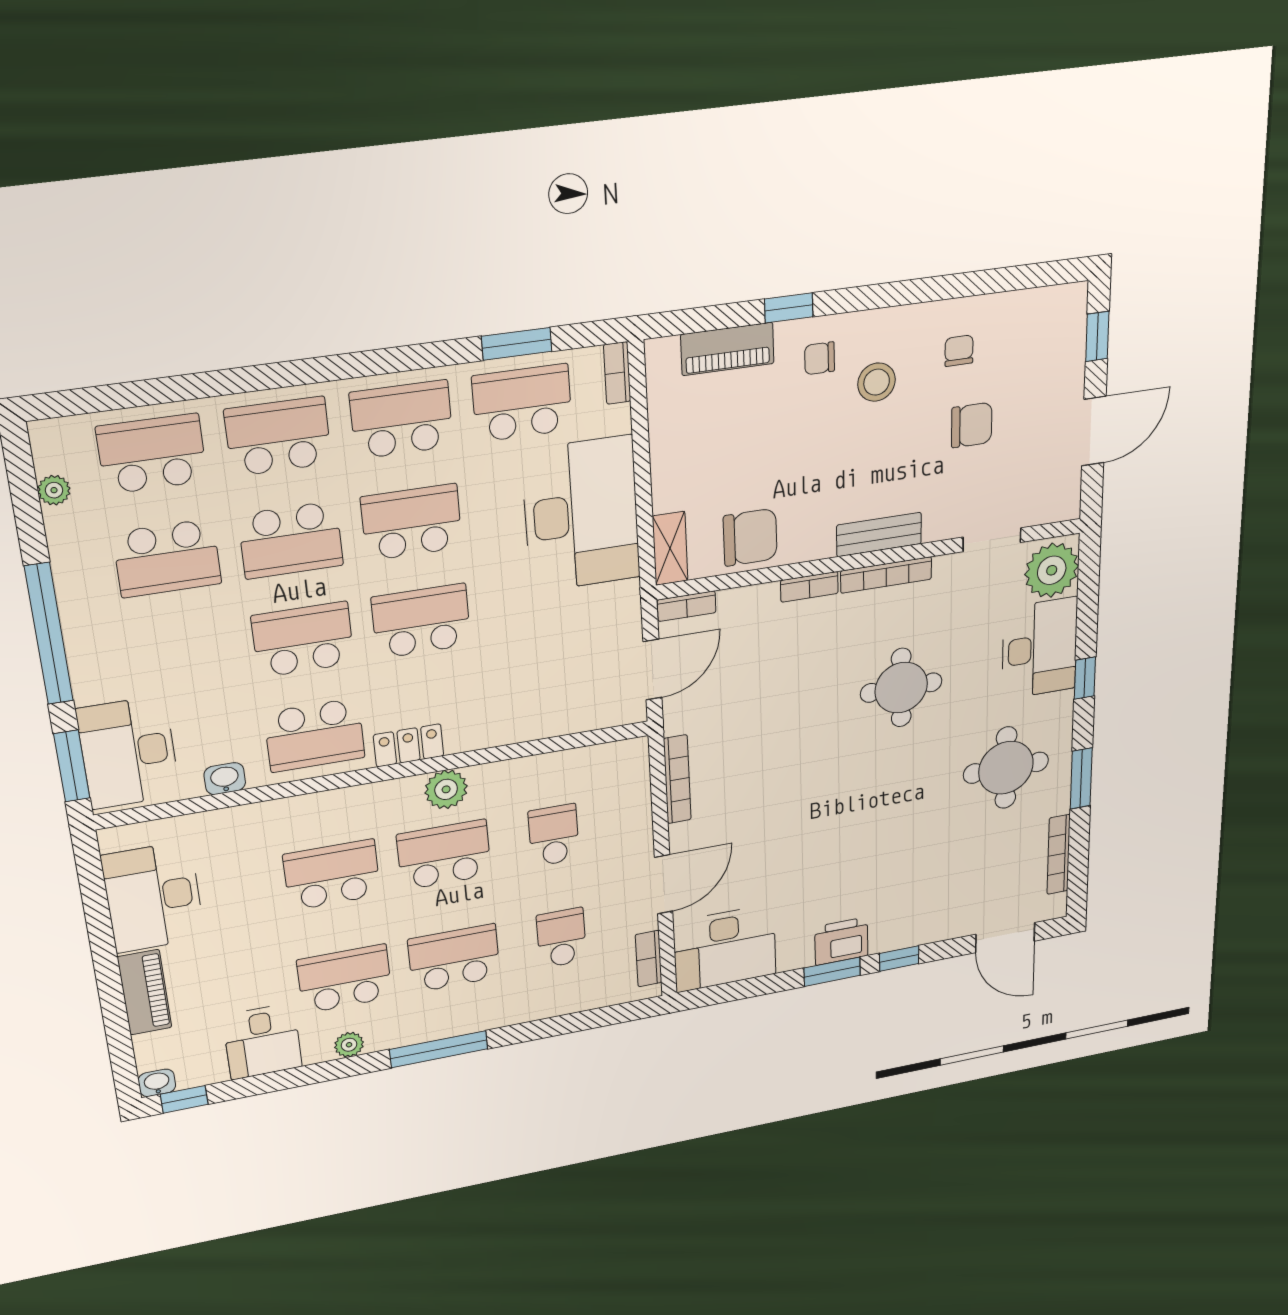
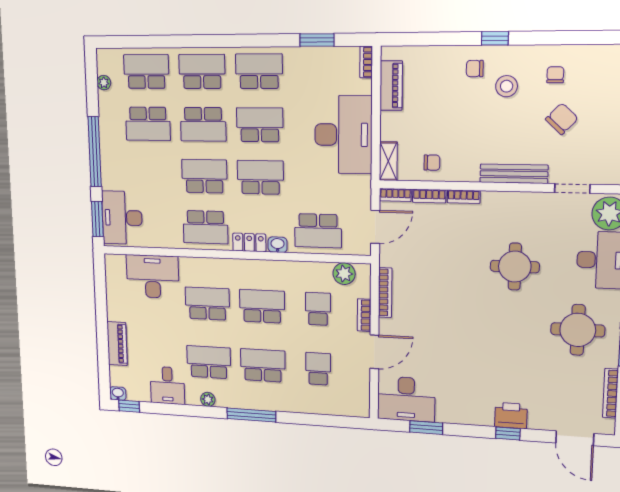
window: (789, 308) -> (495, 38), moved
piano: (727, 349) -> (391, 86), moved, turned -90
school desk: (522, 403) -> (318, 231), moved, turned 180
chair: (972, 425) -> (562, 119), turned -47
bench: (879, 534) -> (514, 174), width x1.36
chair: (750, 537) -> (432, 163), width x0.54, depth x0.54
bookcase: (886, 575) -> (429, 196), moved, width x0.64
washbasin: (225, 779) -> (278, 245), moved
plant: (446, 789) -> (344, 274), moved
desk: (153, 897) -> (153, 277), moved, turned 90
printer: (841, 941) -> (511, 416), moved
bookcase: (649, 959) -> (364, 315), moved
window: (832, 972) -> (426, 428), moved

